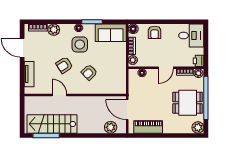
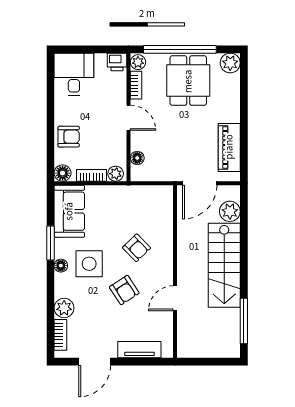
stairs: (52, 124) -> (224, 265), moved

